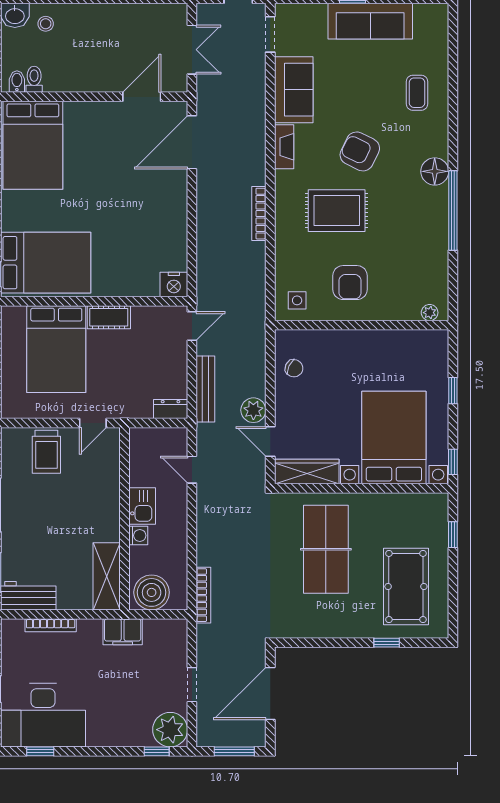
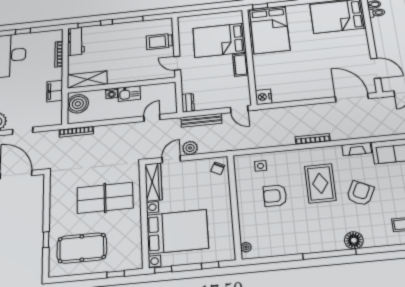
plant: (430, 313) -> (246, 247), moved
wall: (362, 325) -> (234, 206), moved

